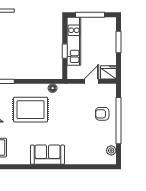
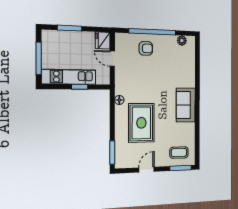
armchair: (102, 114) -> (146, 48), turned -90

